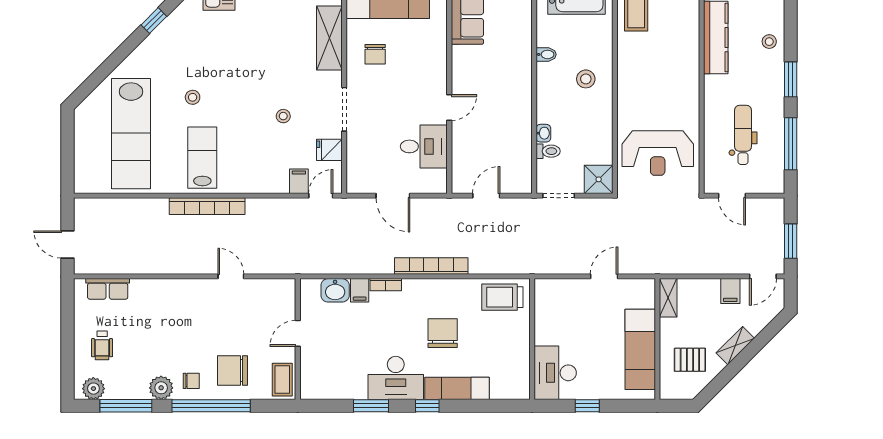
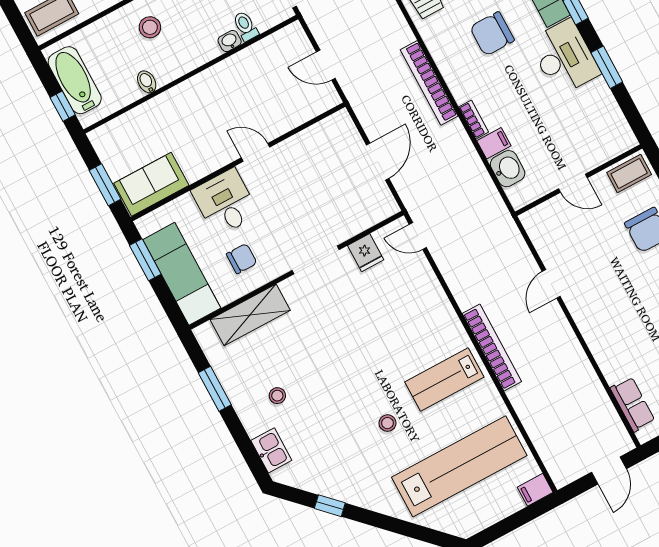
stool: (283, 116) -> (277, 396), moved
desk: (424, 146) -> (225, 202), moved
filing cabinet: (299, 181) -> (535, 490), moved

